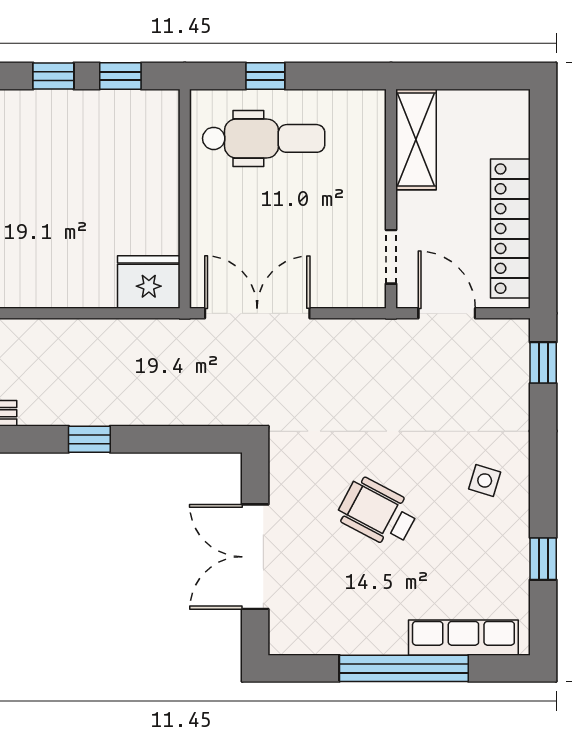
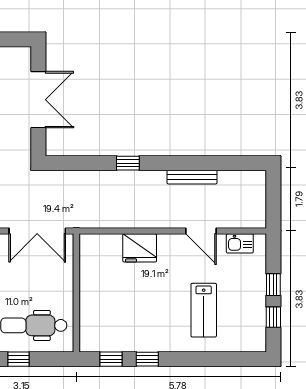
window: (265, 76) -> (18, 359), moved
fridge: (149, 282) -> (140, 248), moved

